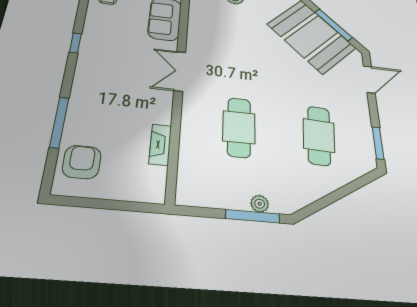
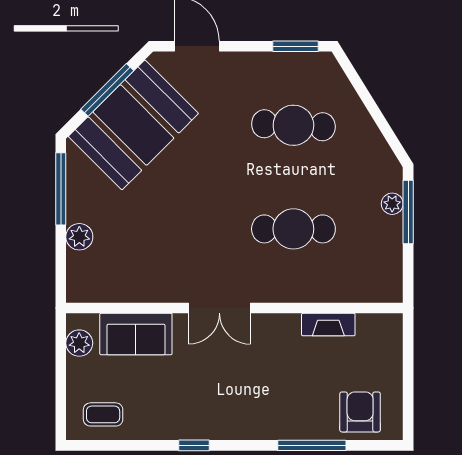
armchair: (82, 162) -> (360, 412), turned 90

